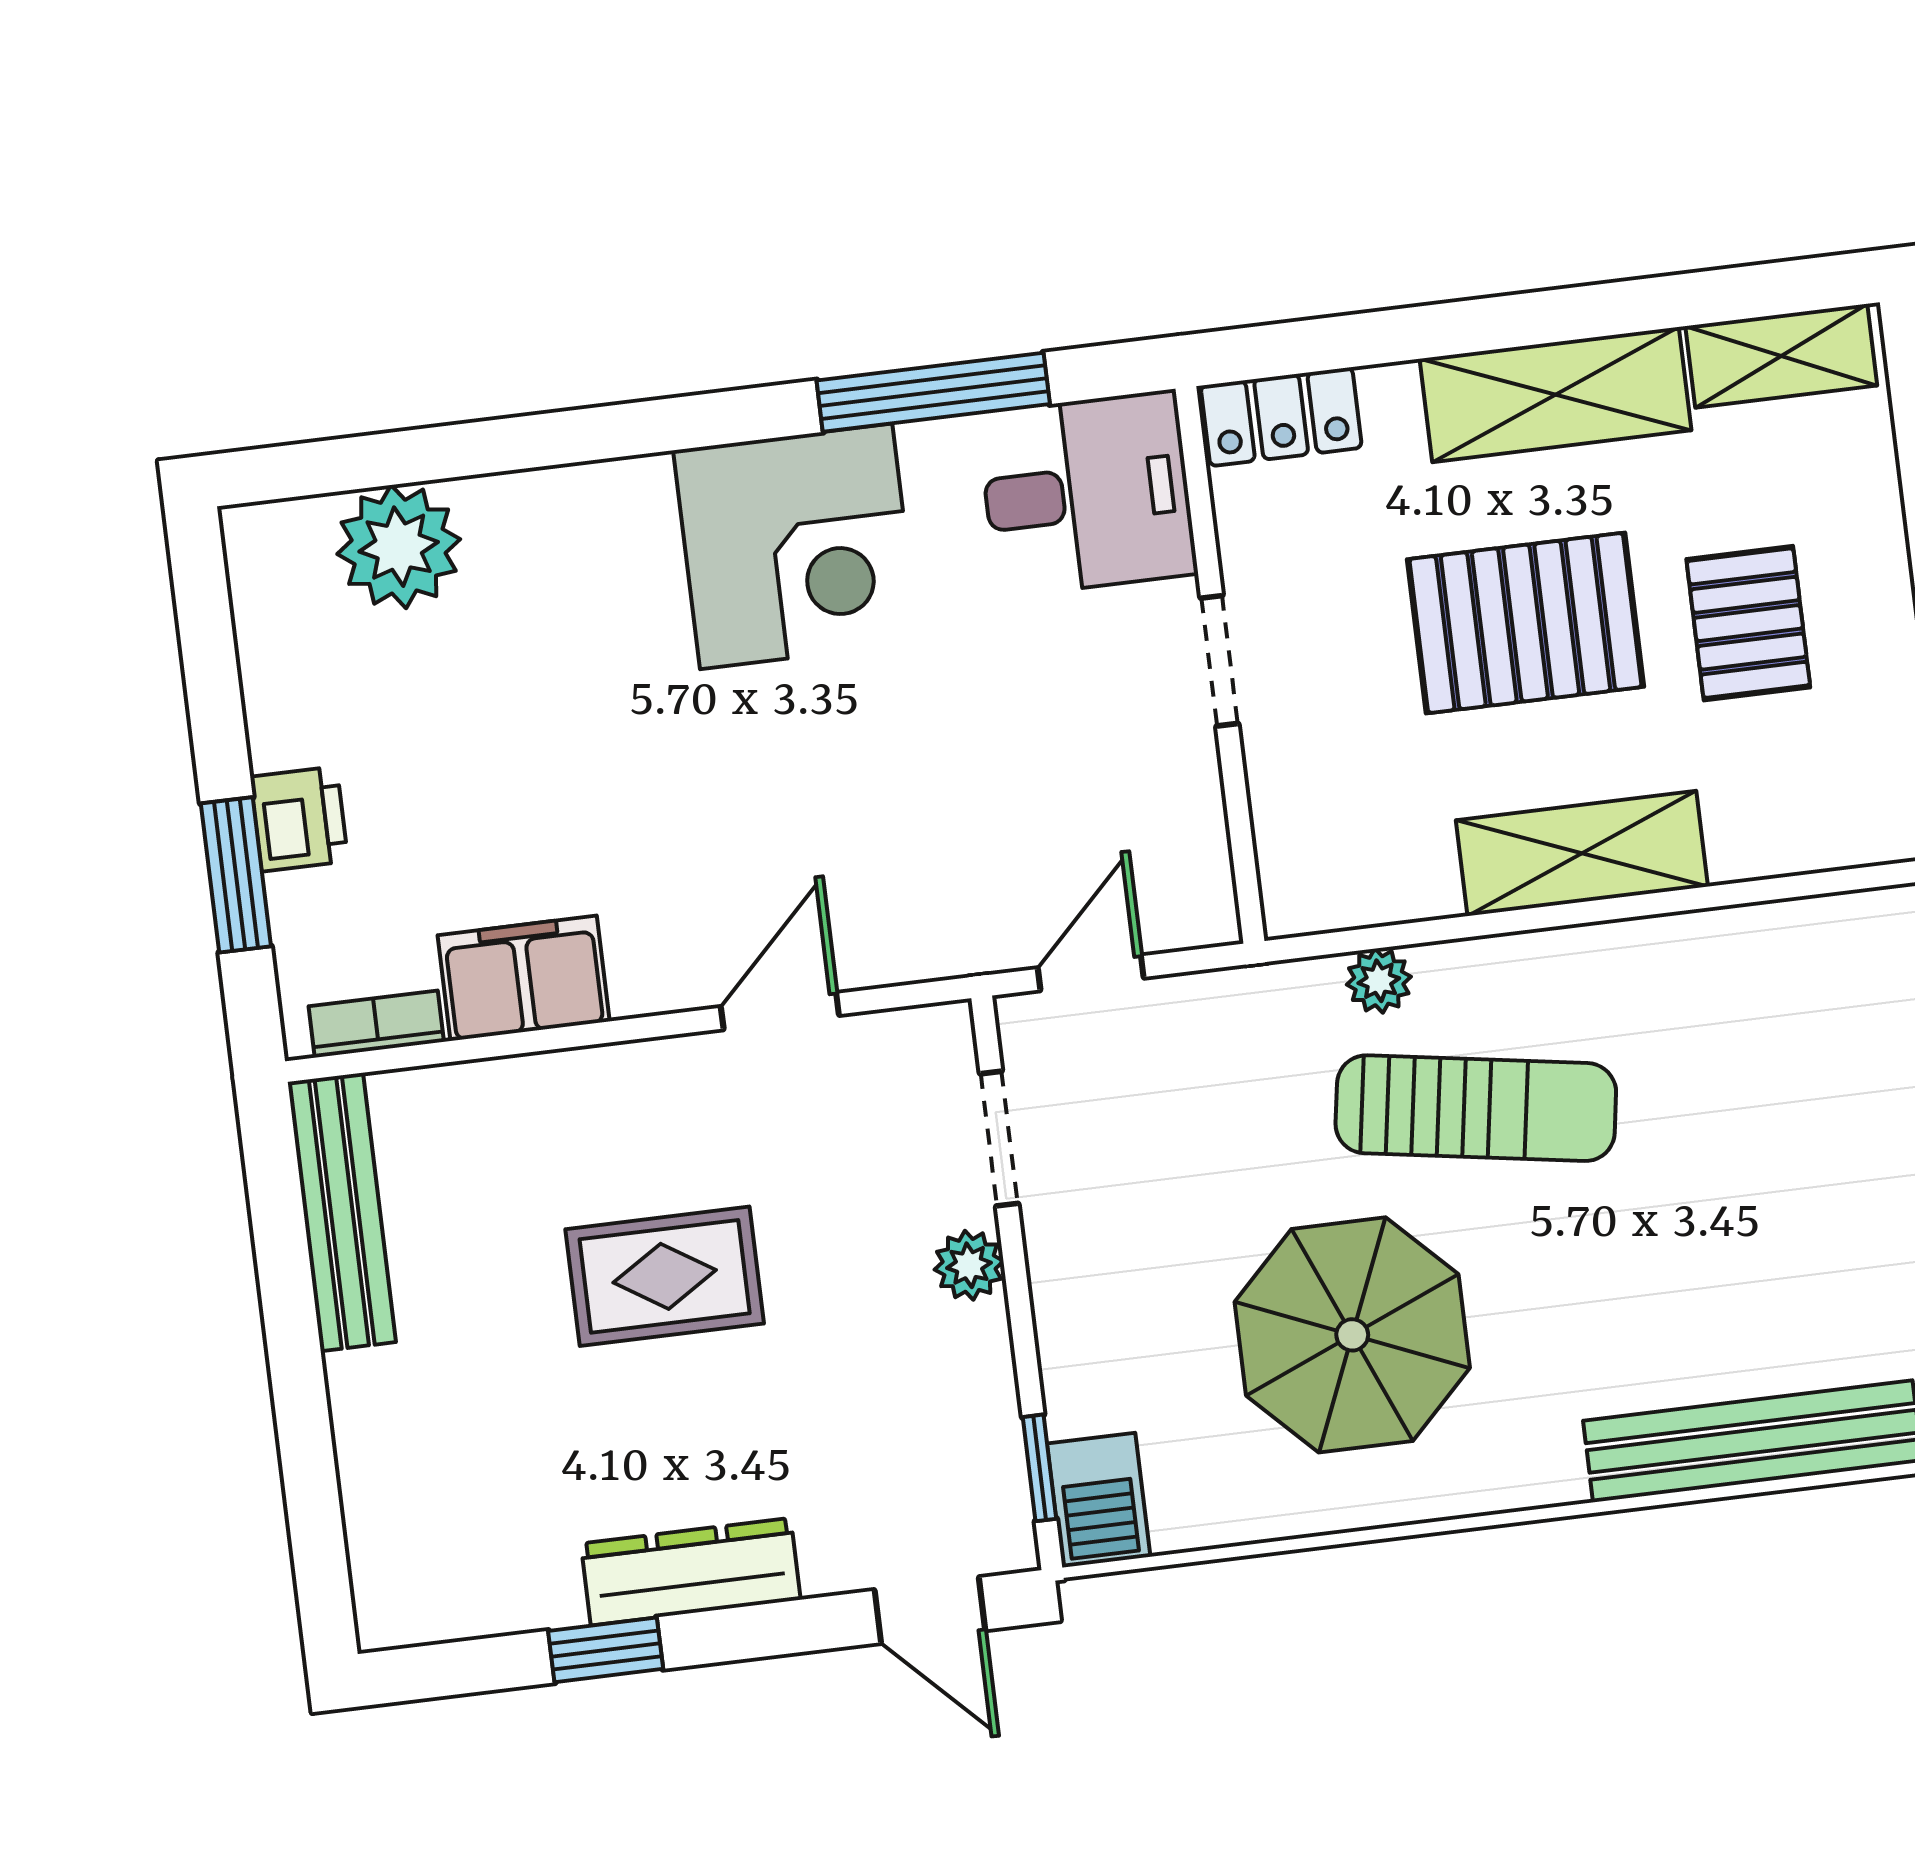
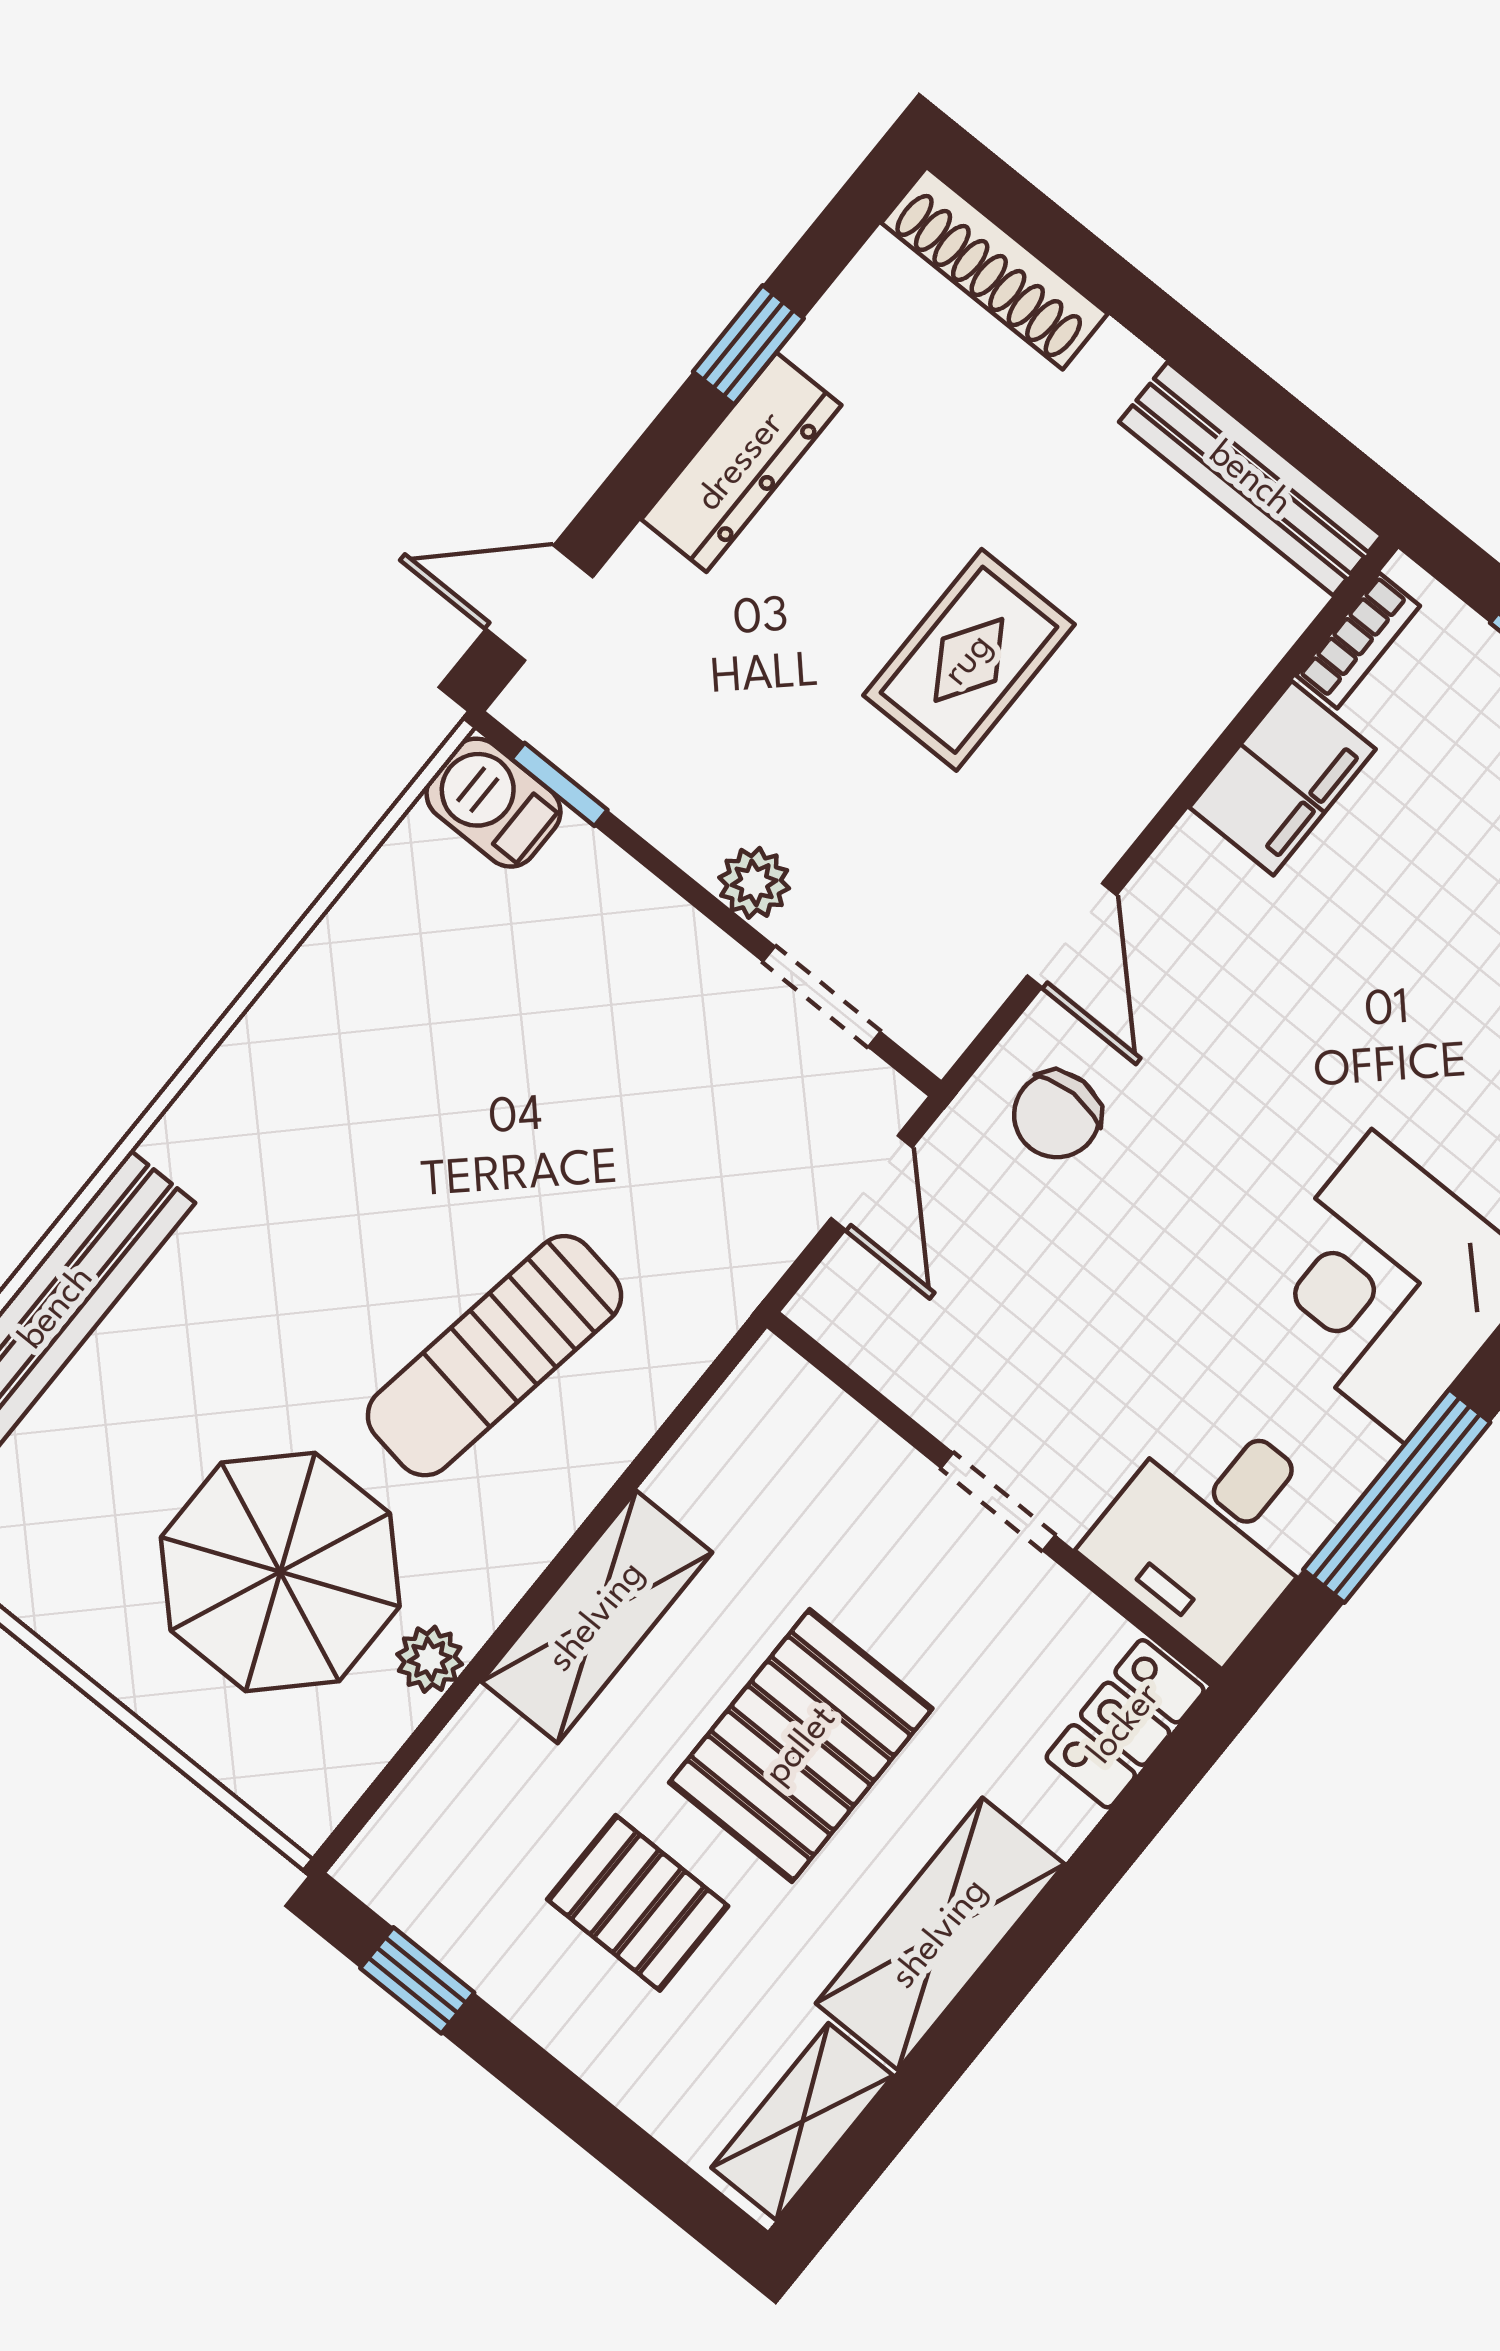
chair: (913, 894) -> (1057, 1115), added
plant: (1379, 981) -> (430, 1659), moved
parasol: (1352, 1335) -> (280, 1572), moved
shoe rack: (379, 1536) -> (995, 268), added

